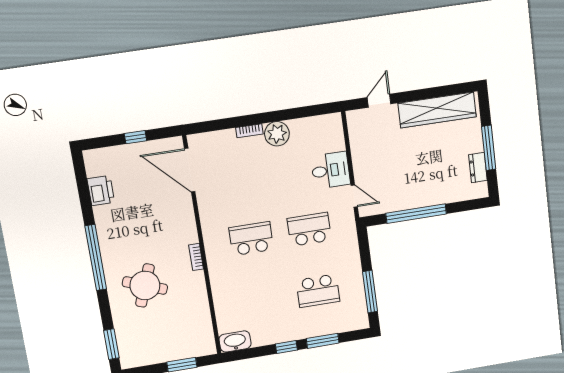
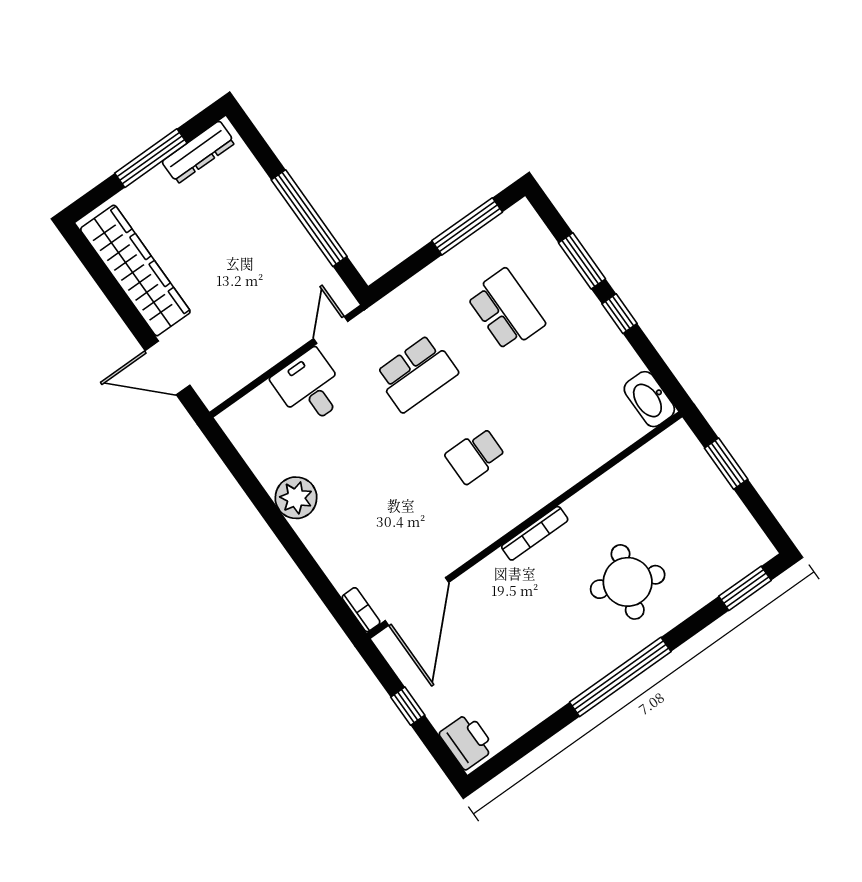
door: (379, 101) -> (167, 368), width x1.38
bookcase: (249, 131) -> (361, 610), moved
dresser: (478, 168) -> (198, 152), width x1.44
printer: (101, 191) -> (467, 741), moved, turned 90
school desk: (309, 229) -> (417, 373), turned -90
school desk: (251, 239) -> (475, 456), width x0.54
bookcase: (196, 257) -> (535, 533), width x1.56

